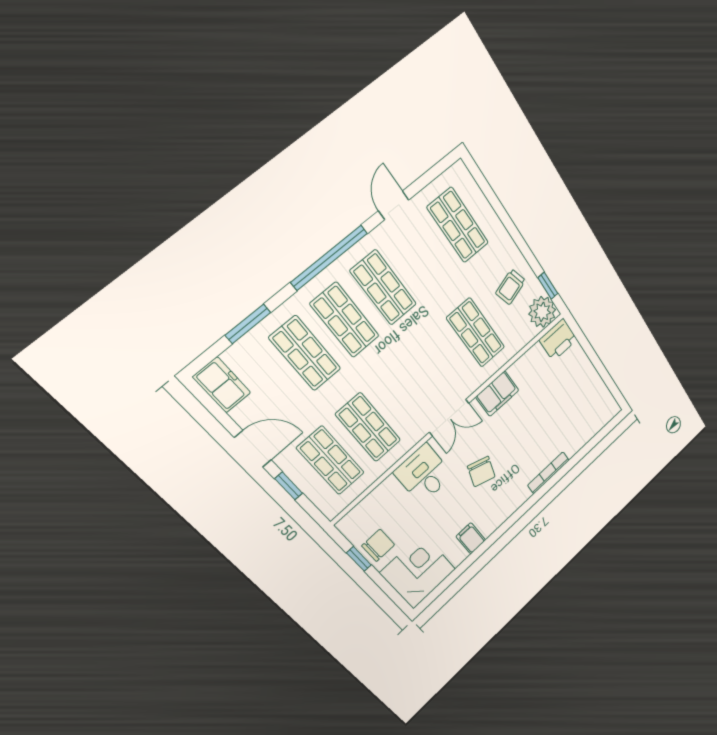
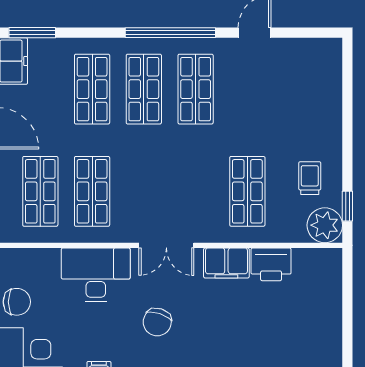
shop shelf: (458, 225) -> (299, 89), removed
trolley: (511, 287) -> (310, 178), turned 106
window: (248, 324) -> (32, 33), moved
printer: (558, 340) -> (271, 264), moved
desk: (424, 474) -> (96, 275), width x1.37

